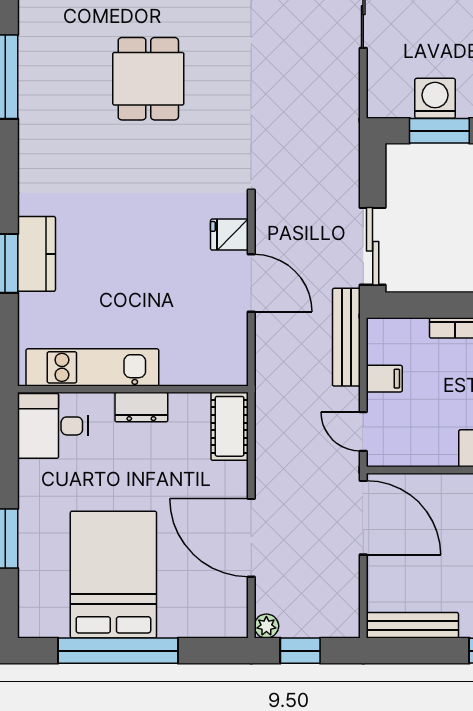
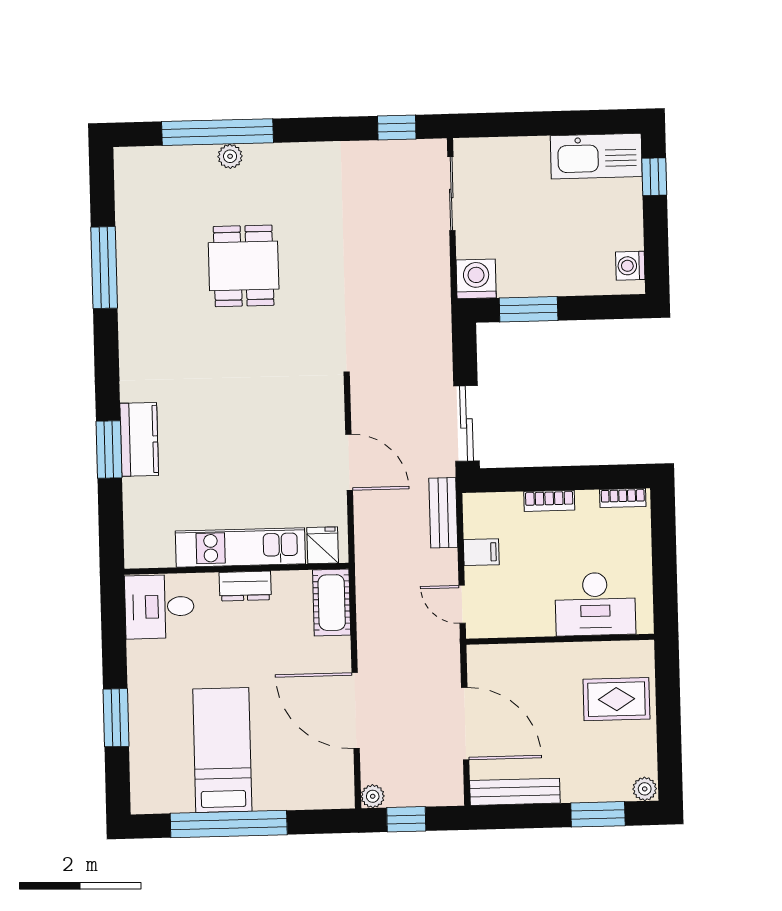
washing machine: (435, 98) -> (476, 279), moved
fridge: (229, 235) -> (323, 545), moved, turned 90
bench: (346, 337) -> (443, 513), width x0.73
kitchen unit: (92, 367) -> (240, 547), moved
door: (363, 518) -> (465, 724), moved
bed: (113, 575) -> (222, 750), width x0.67

